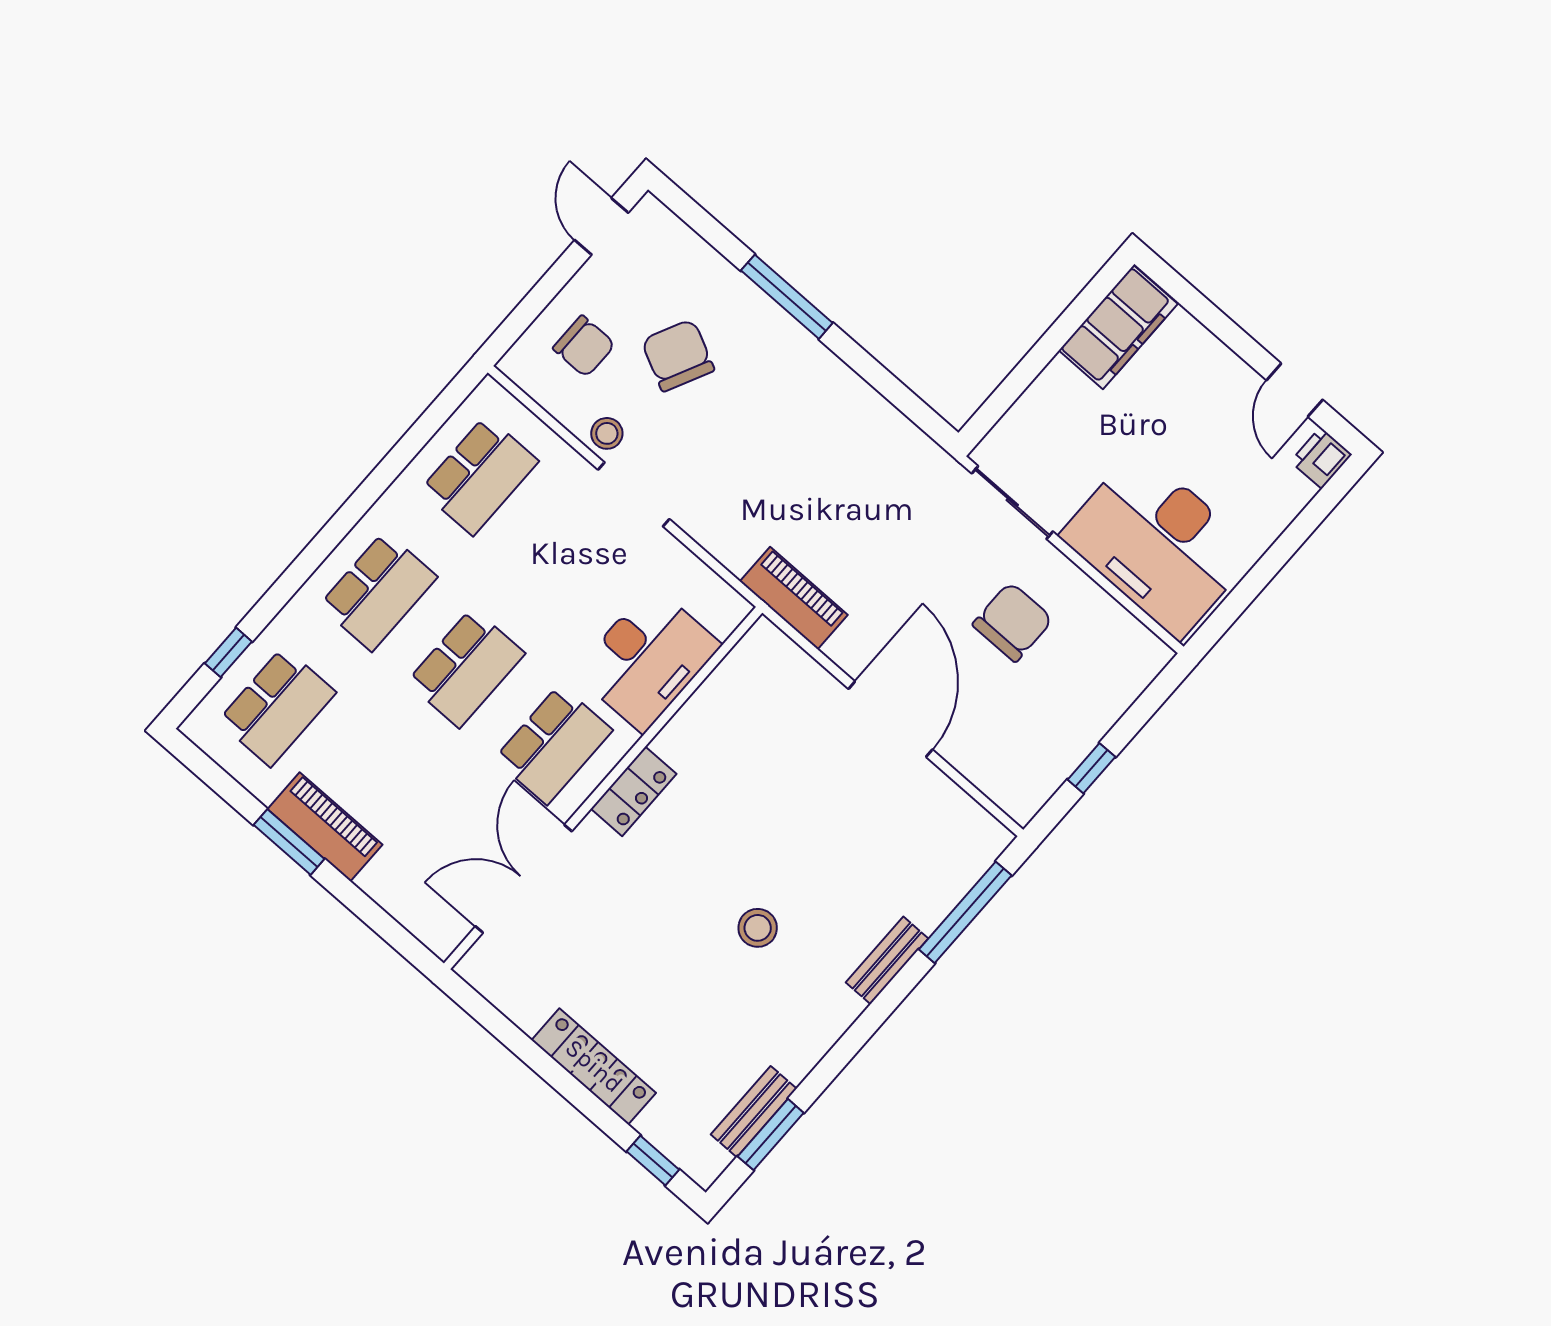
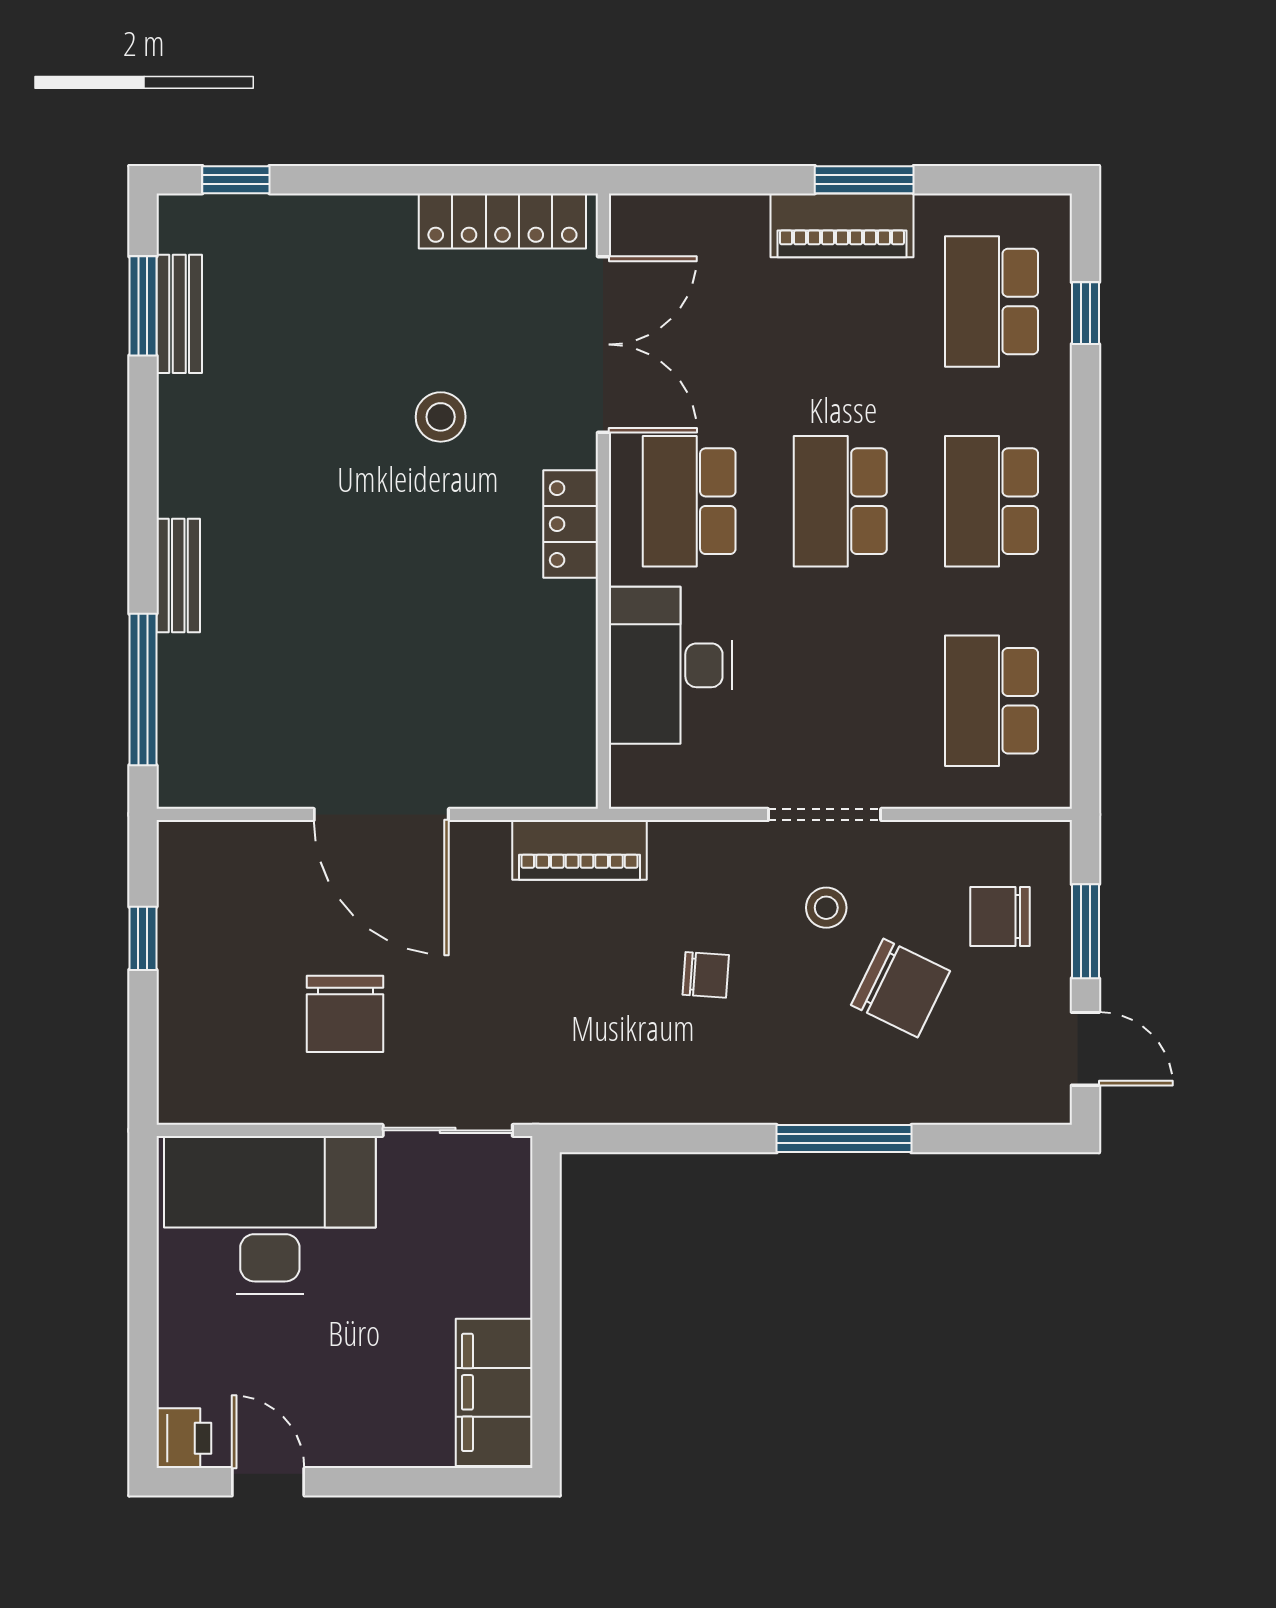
window: (542, 294) -> (1085, 931), added
stool: (607, 433) -> (826, 908), moved
chair: (784, 462) -> (706, 975), added
stool: (758, 928) -> (441, 417), moved
locker: (594, 1066) -> (502, 221), moved

